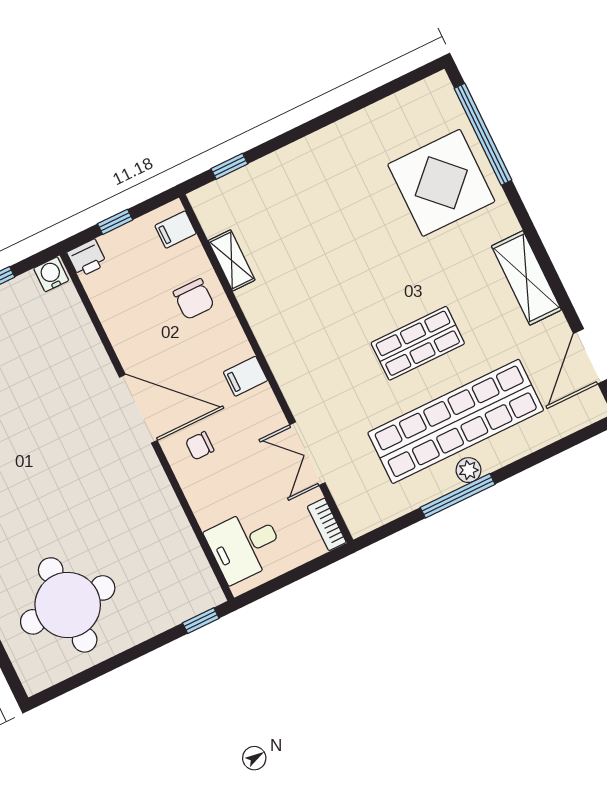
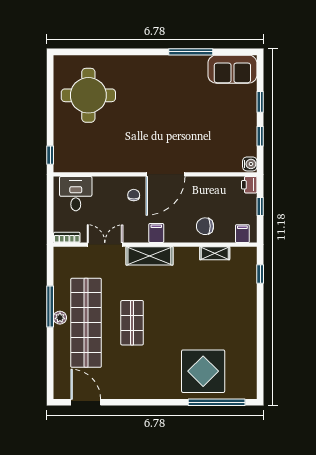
shelving: (526, 278) -> (149, 256), moved

